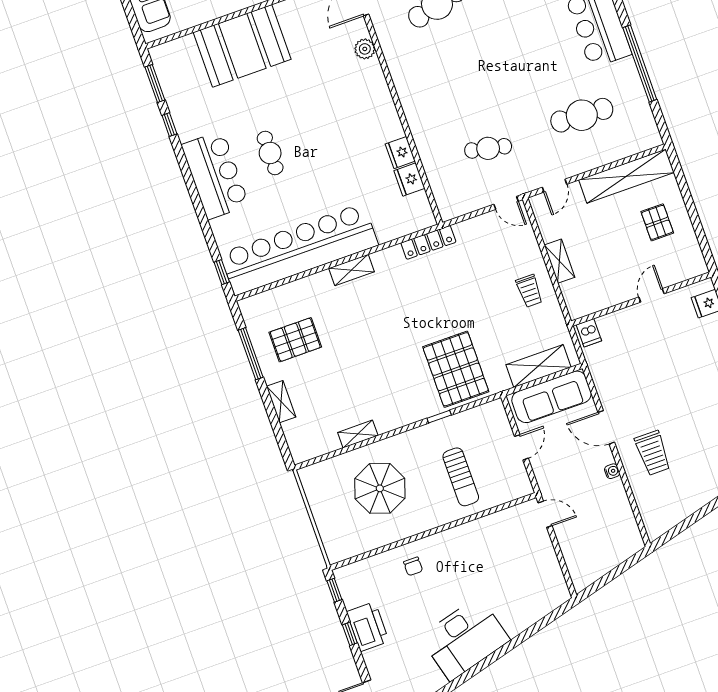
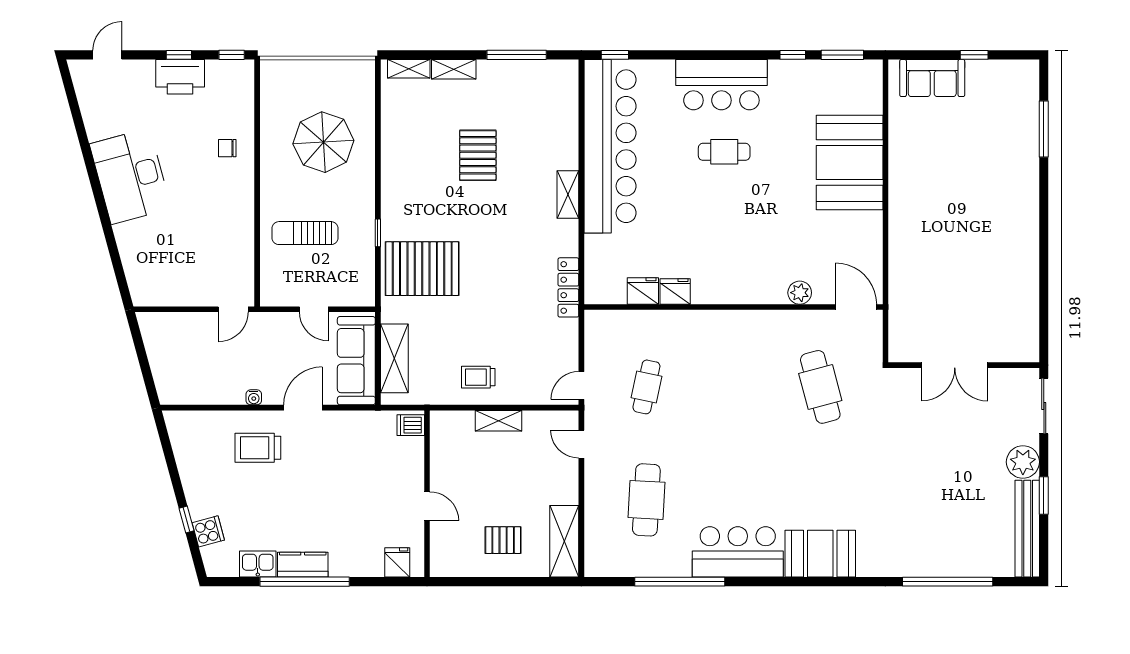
shelving: (626, 176) -> (564, 541), width x0.68
pallet: (295, 340) -> (478, 155), moved
shelving: (358, 434) -> (409, 69), moved, turned 90

